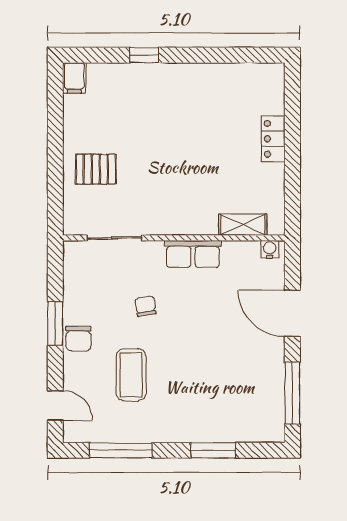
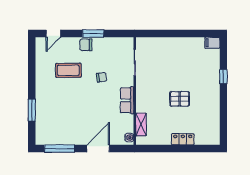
pallet: (96, 169) -> (180, 99), moved, turned 90
window: (121, 450) -> (32, 65), removed

